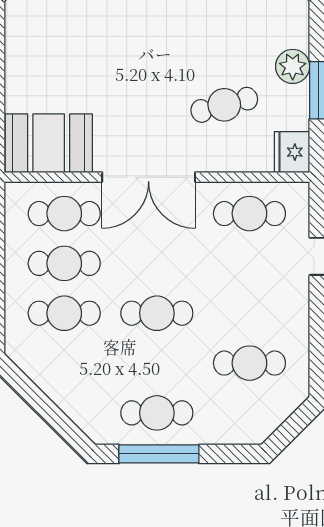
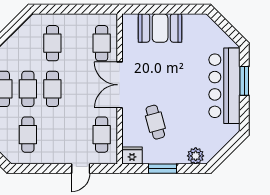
plant: (293, 66) -> (196, 156), moved
booth: (49, 143) -> (160, 28), moved, turned 90
cafe table: (64, 263) -> (28, 89), moved

